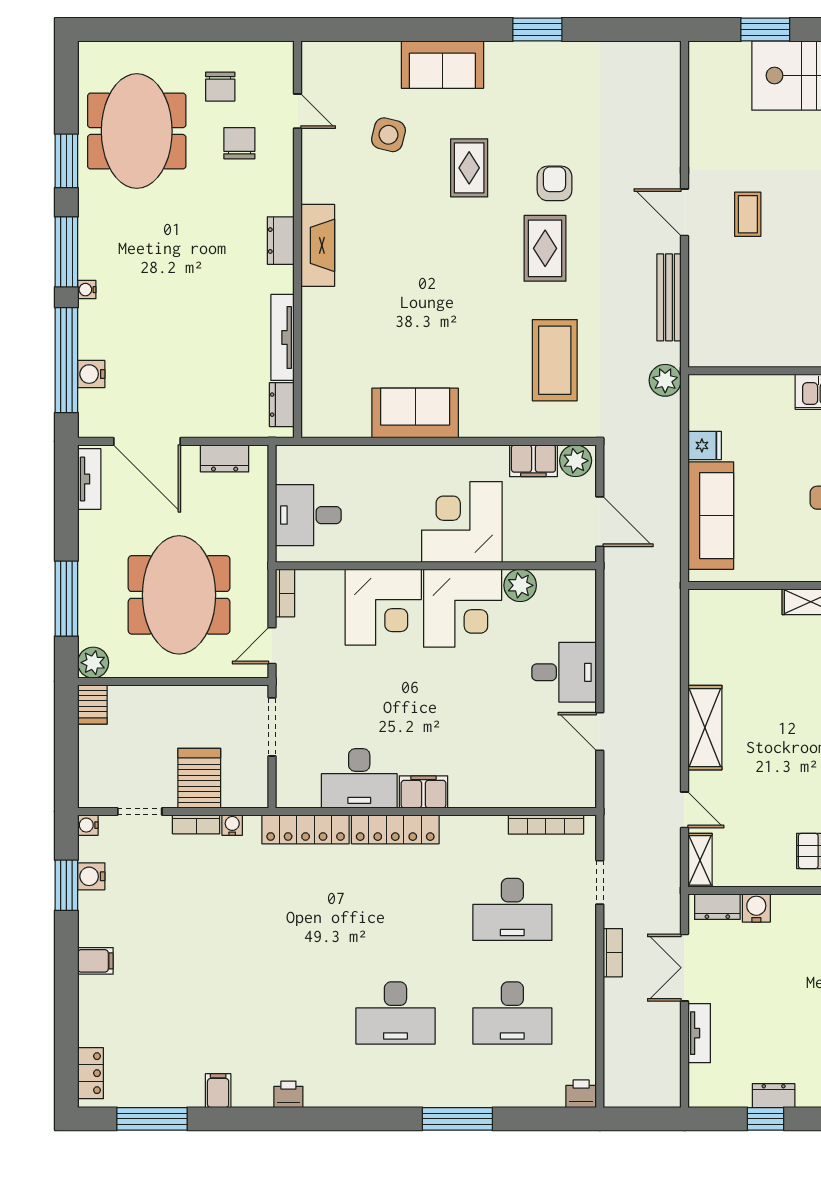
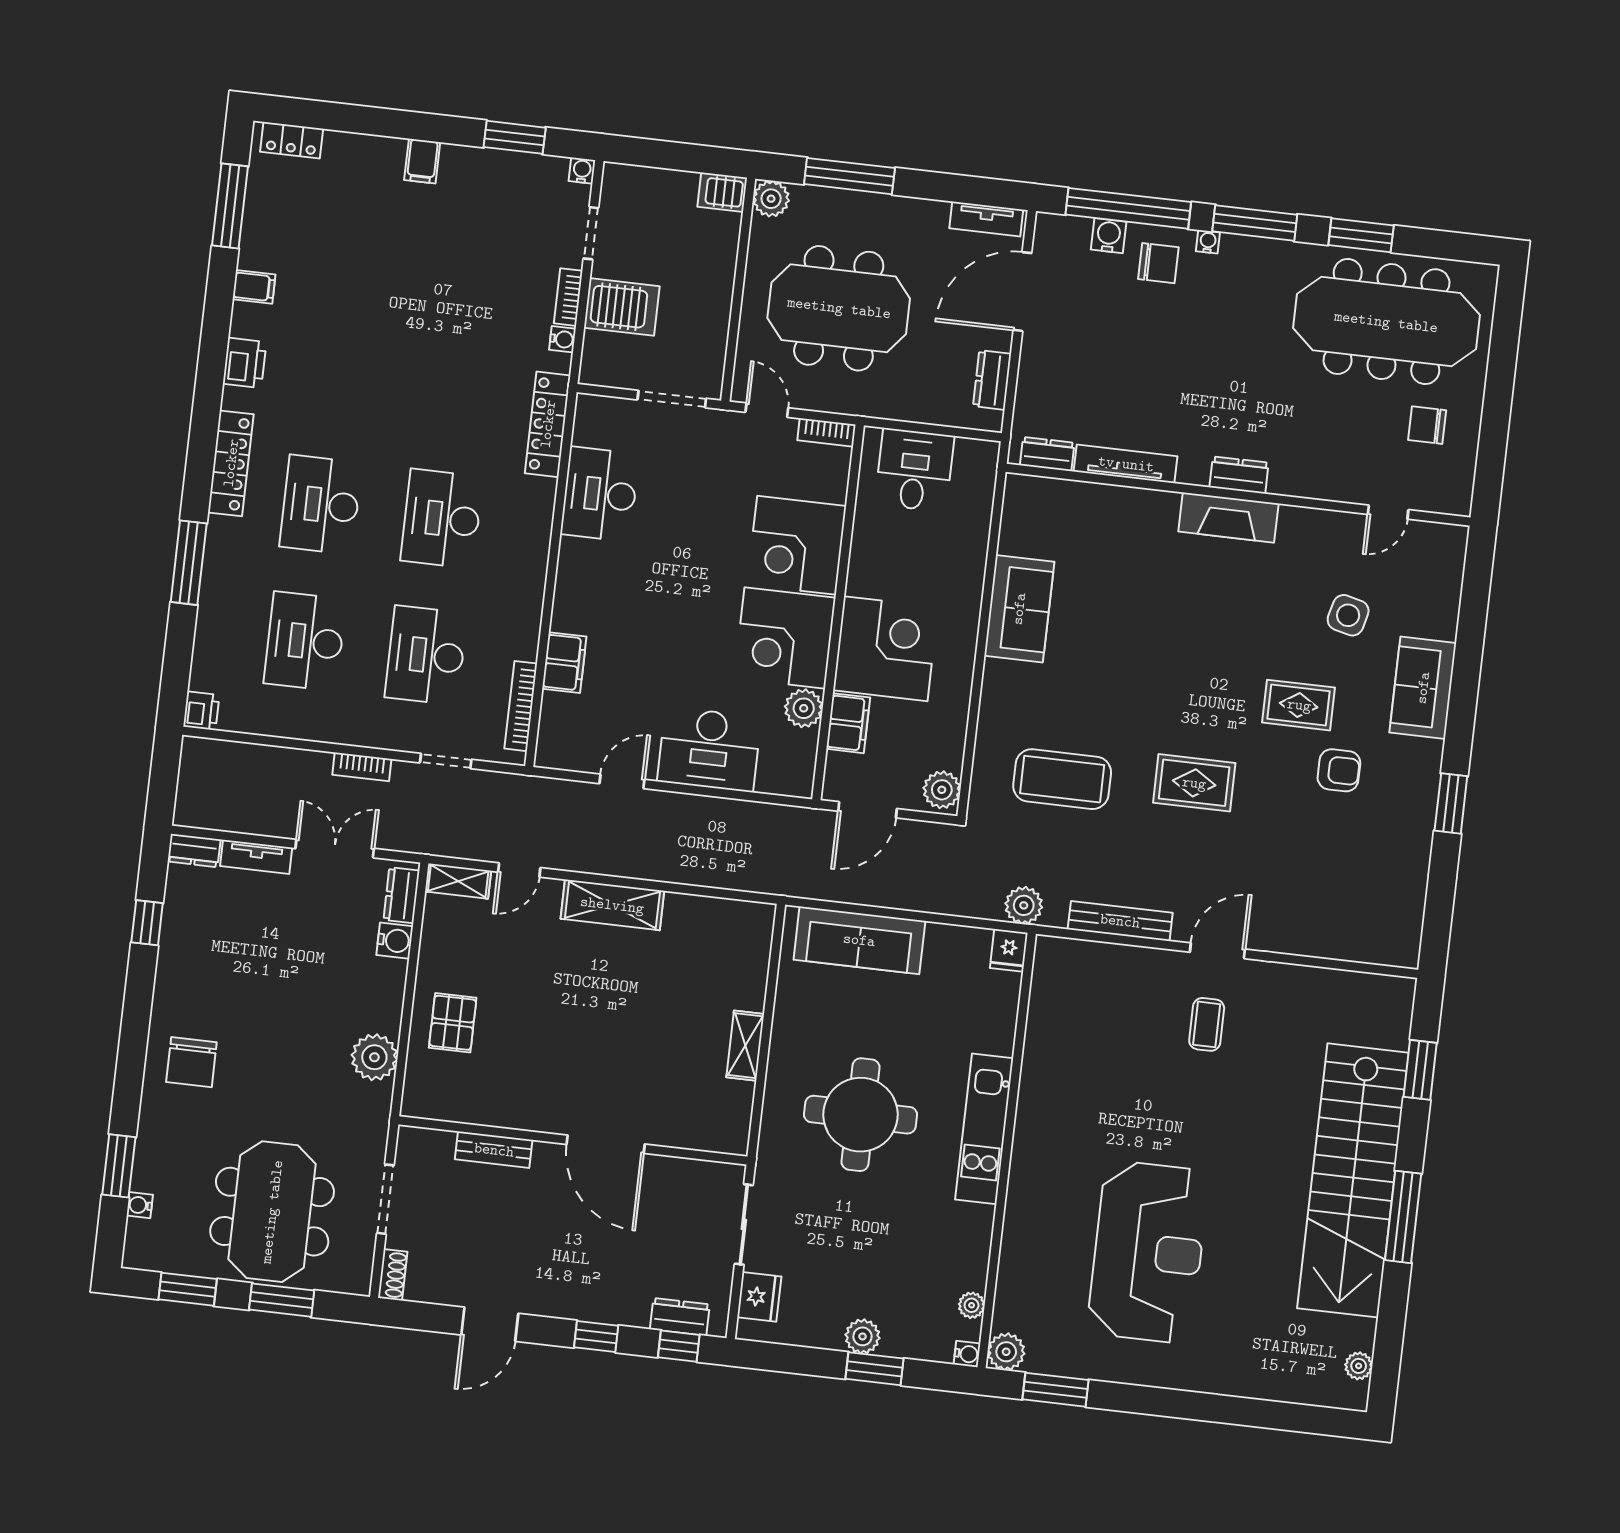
meeting table: (137, 131) -> (1386, 322), width x1.36
chair: (239, 143) -> (1158, 263), moved
armchair: (555, 183) -> (1339, 770), moved
coffee table: (748, 214) -> (1207, 1024), turned 90
fridge: (705, 445) -> (1009, 950), moved
filing cabinet: (533, 461) -> (848, 723), moved, turned 180
desk: (564, 672) -> (709, 749), width x1.37
filing cabinet: (423, 792) -> (564, 663), moved
locker: (395, 829) -> (231, 463), moved, turned 180
water cooler: (91, 876) -> (522, 168), removed
desk: (395, 909) -> (442, 519), added
printer: (288, 1094) -> (245, 363), width x1.36, depth x1.24
dresser: (774, 1096) -> (194, 850), moved, turned 90

